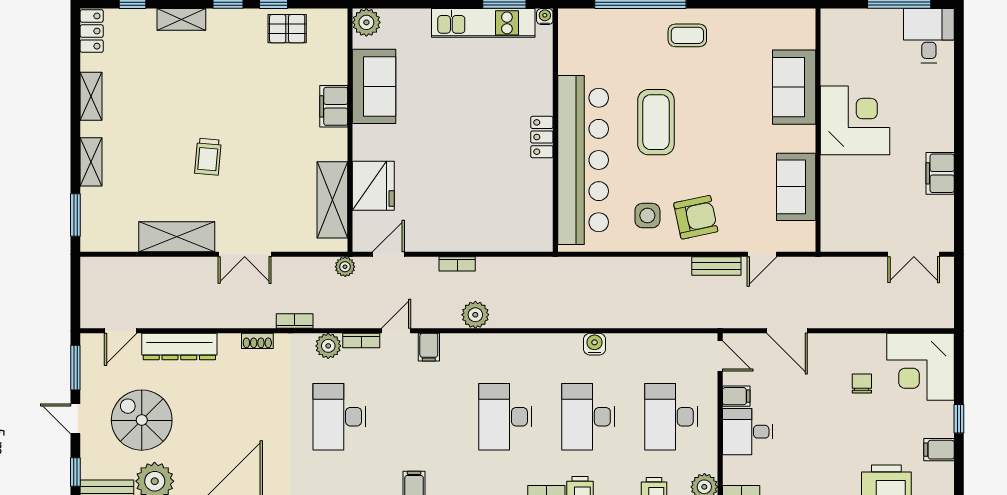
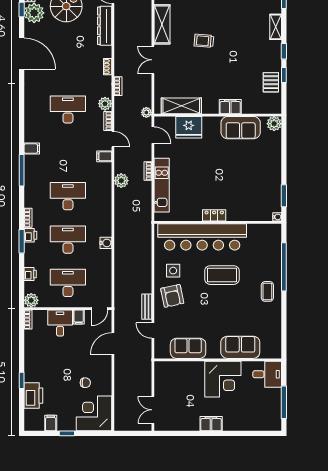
kitchen unit: (483, 23) -> (162, 185), moved, turned 180
desk: (929, 36) -> (267, 374), moved
filing cabinet: (940, 173) -> (211, 424), moved

